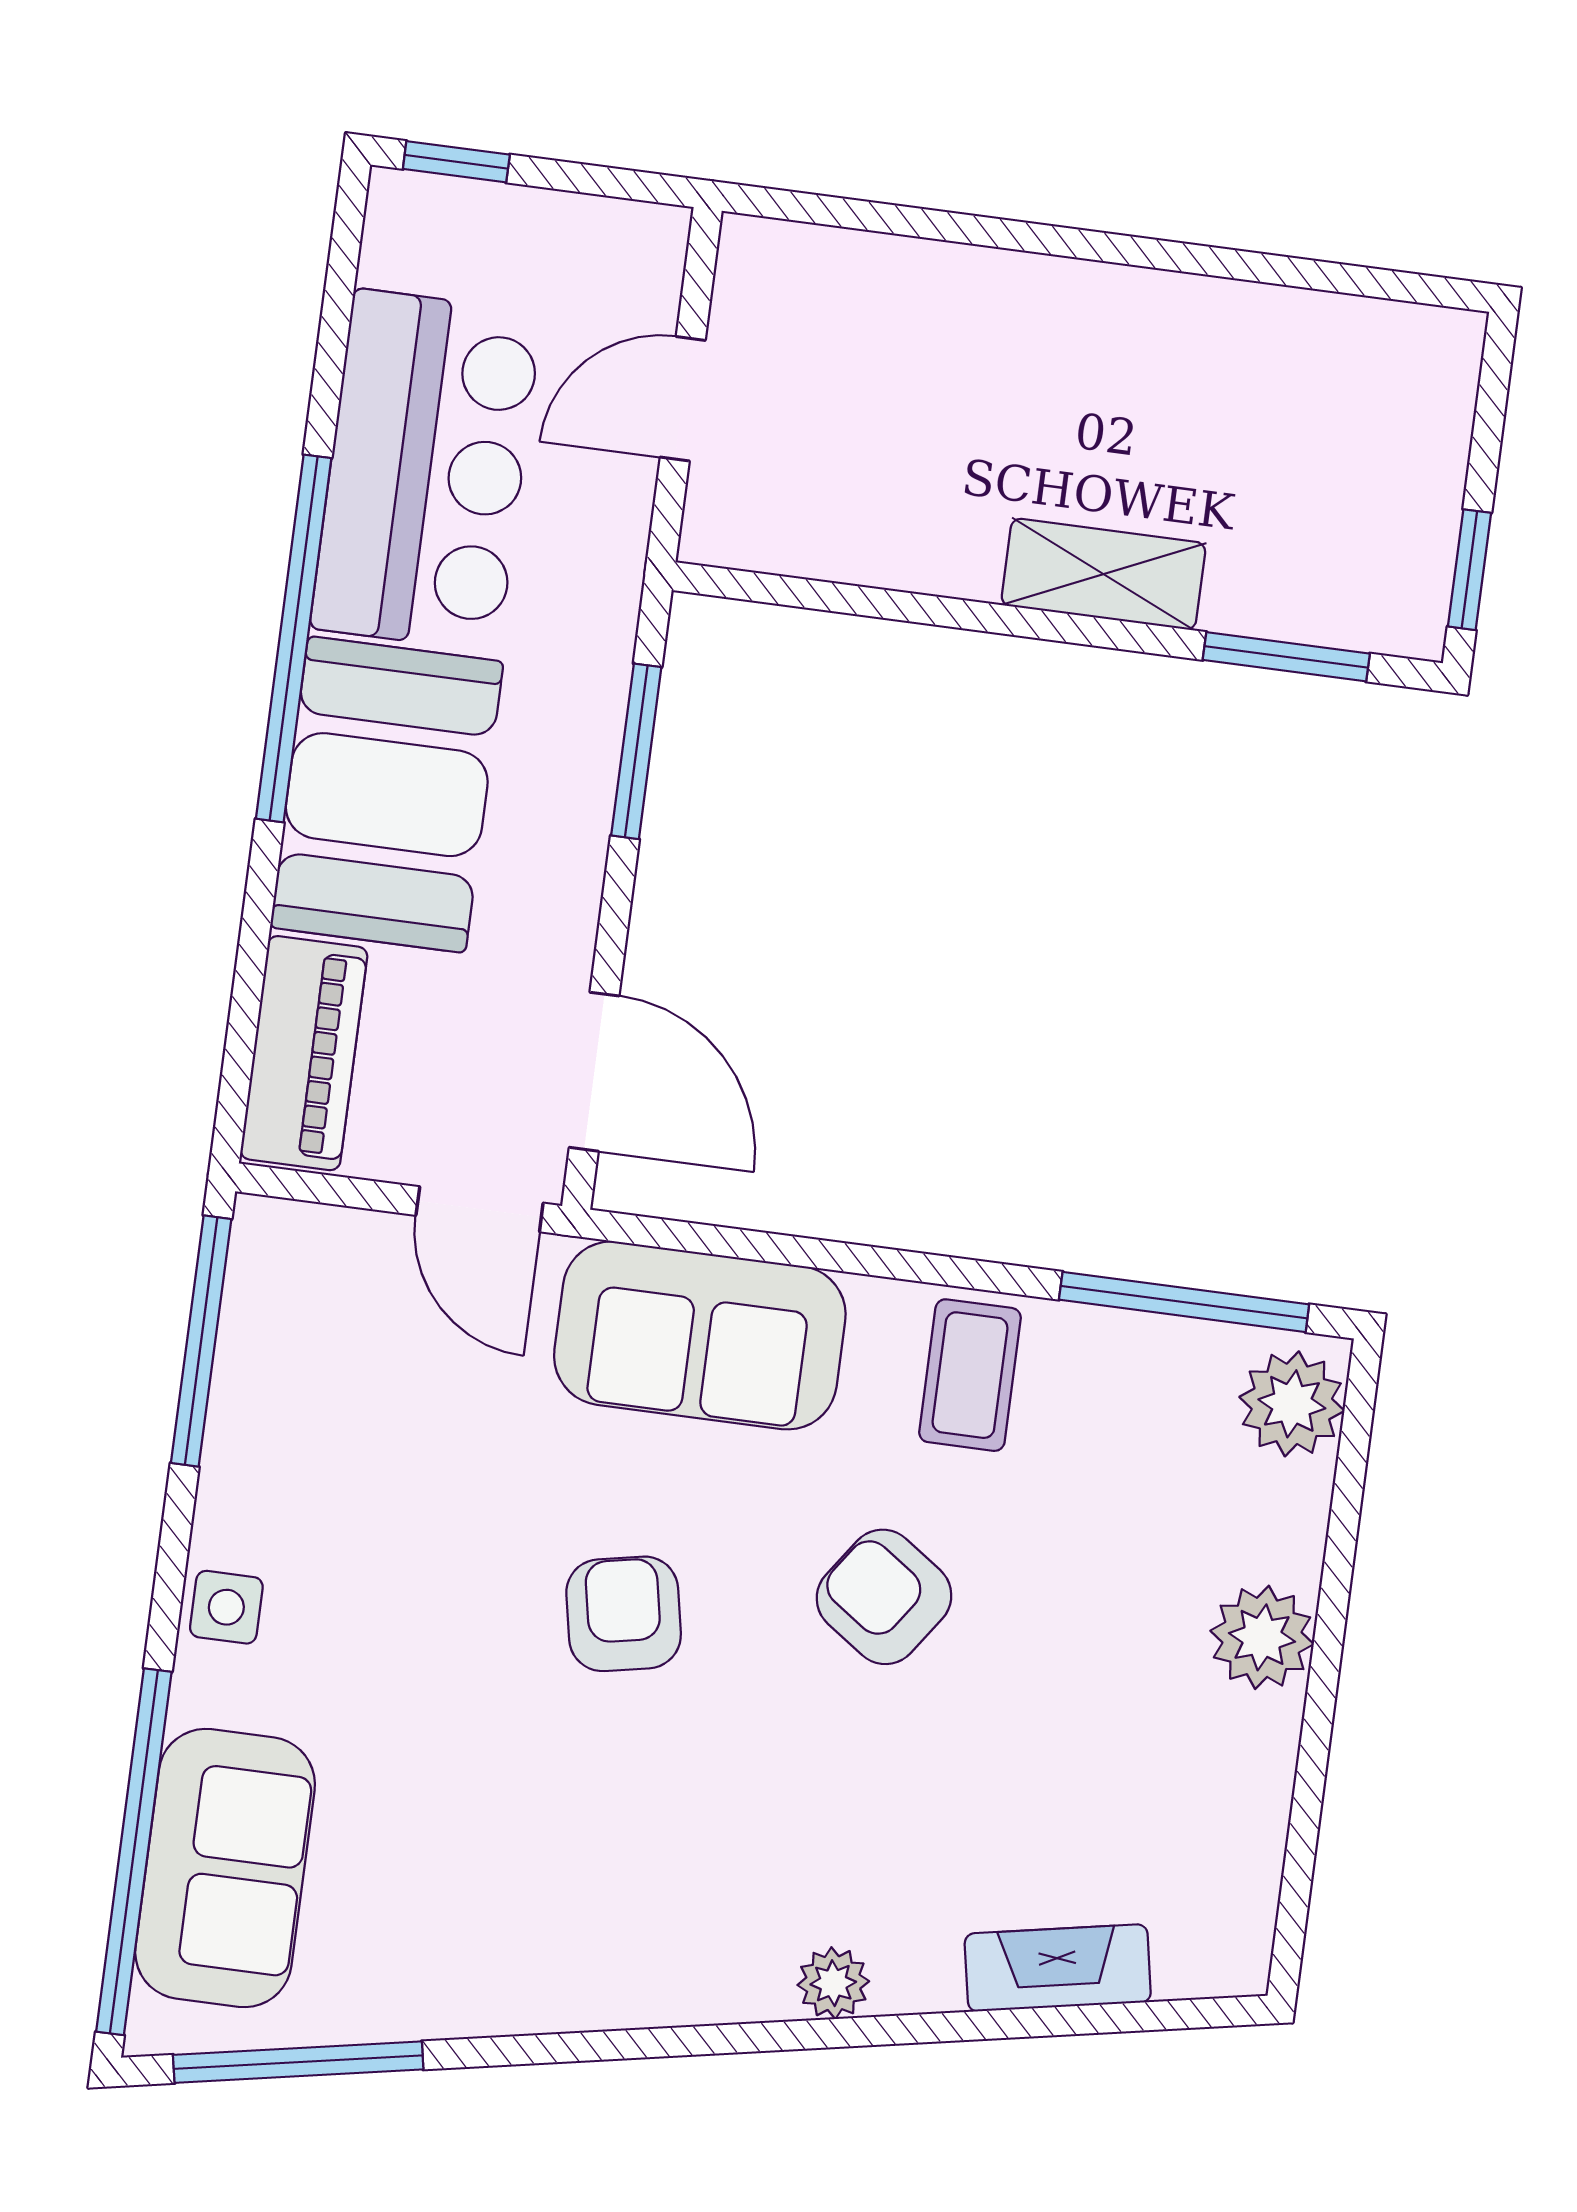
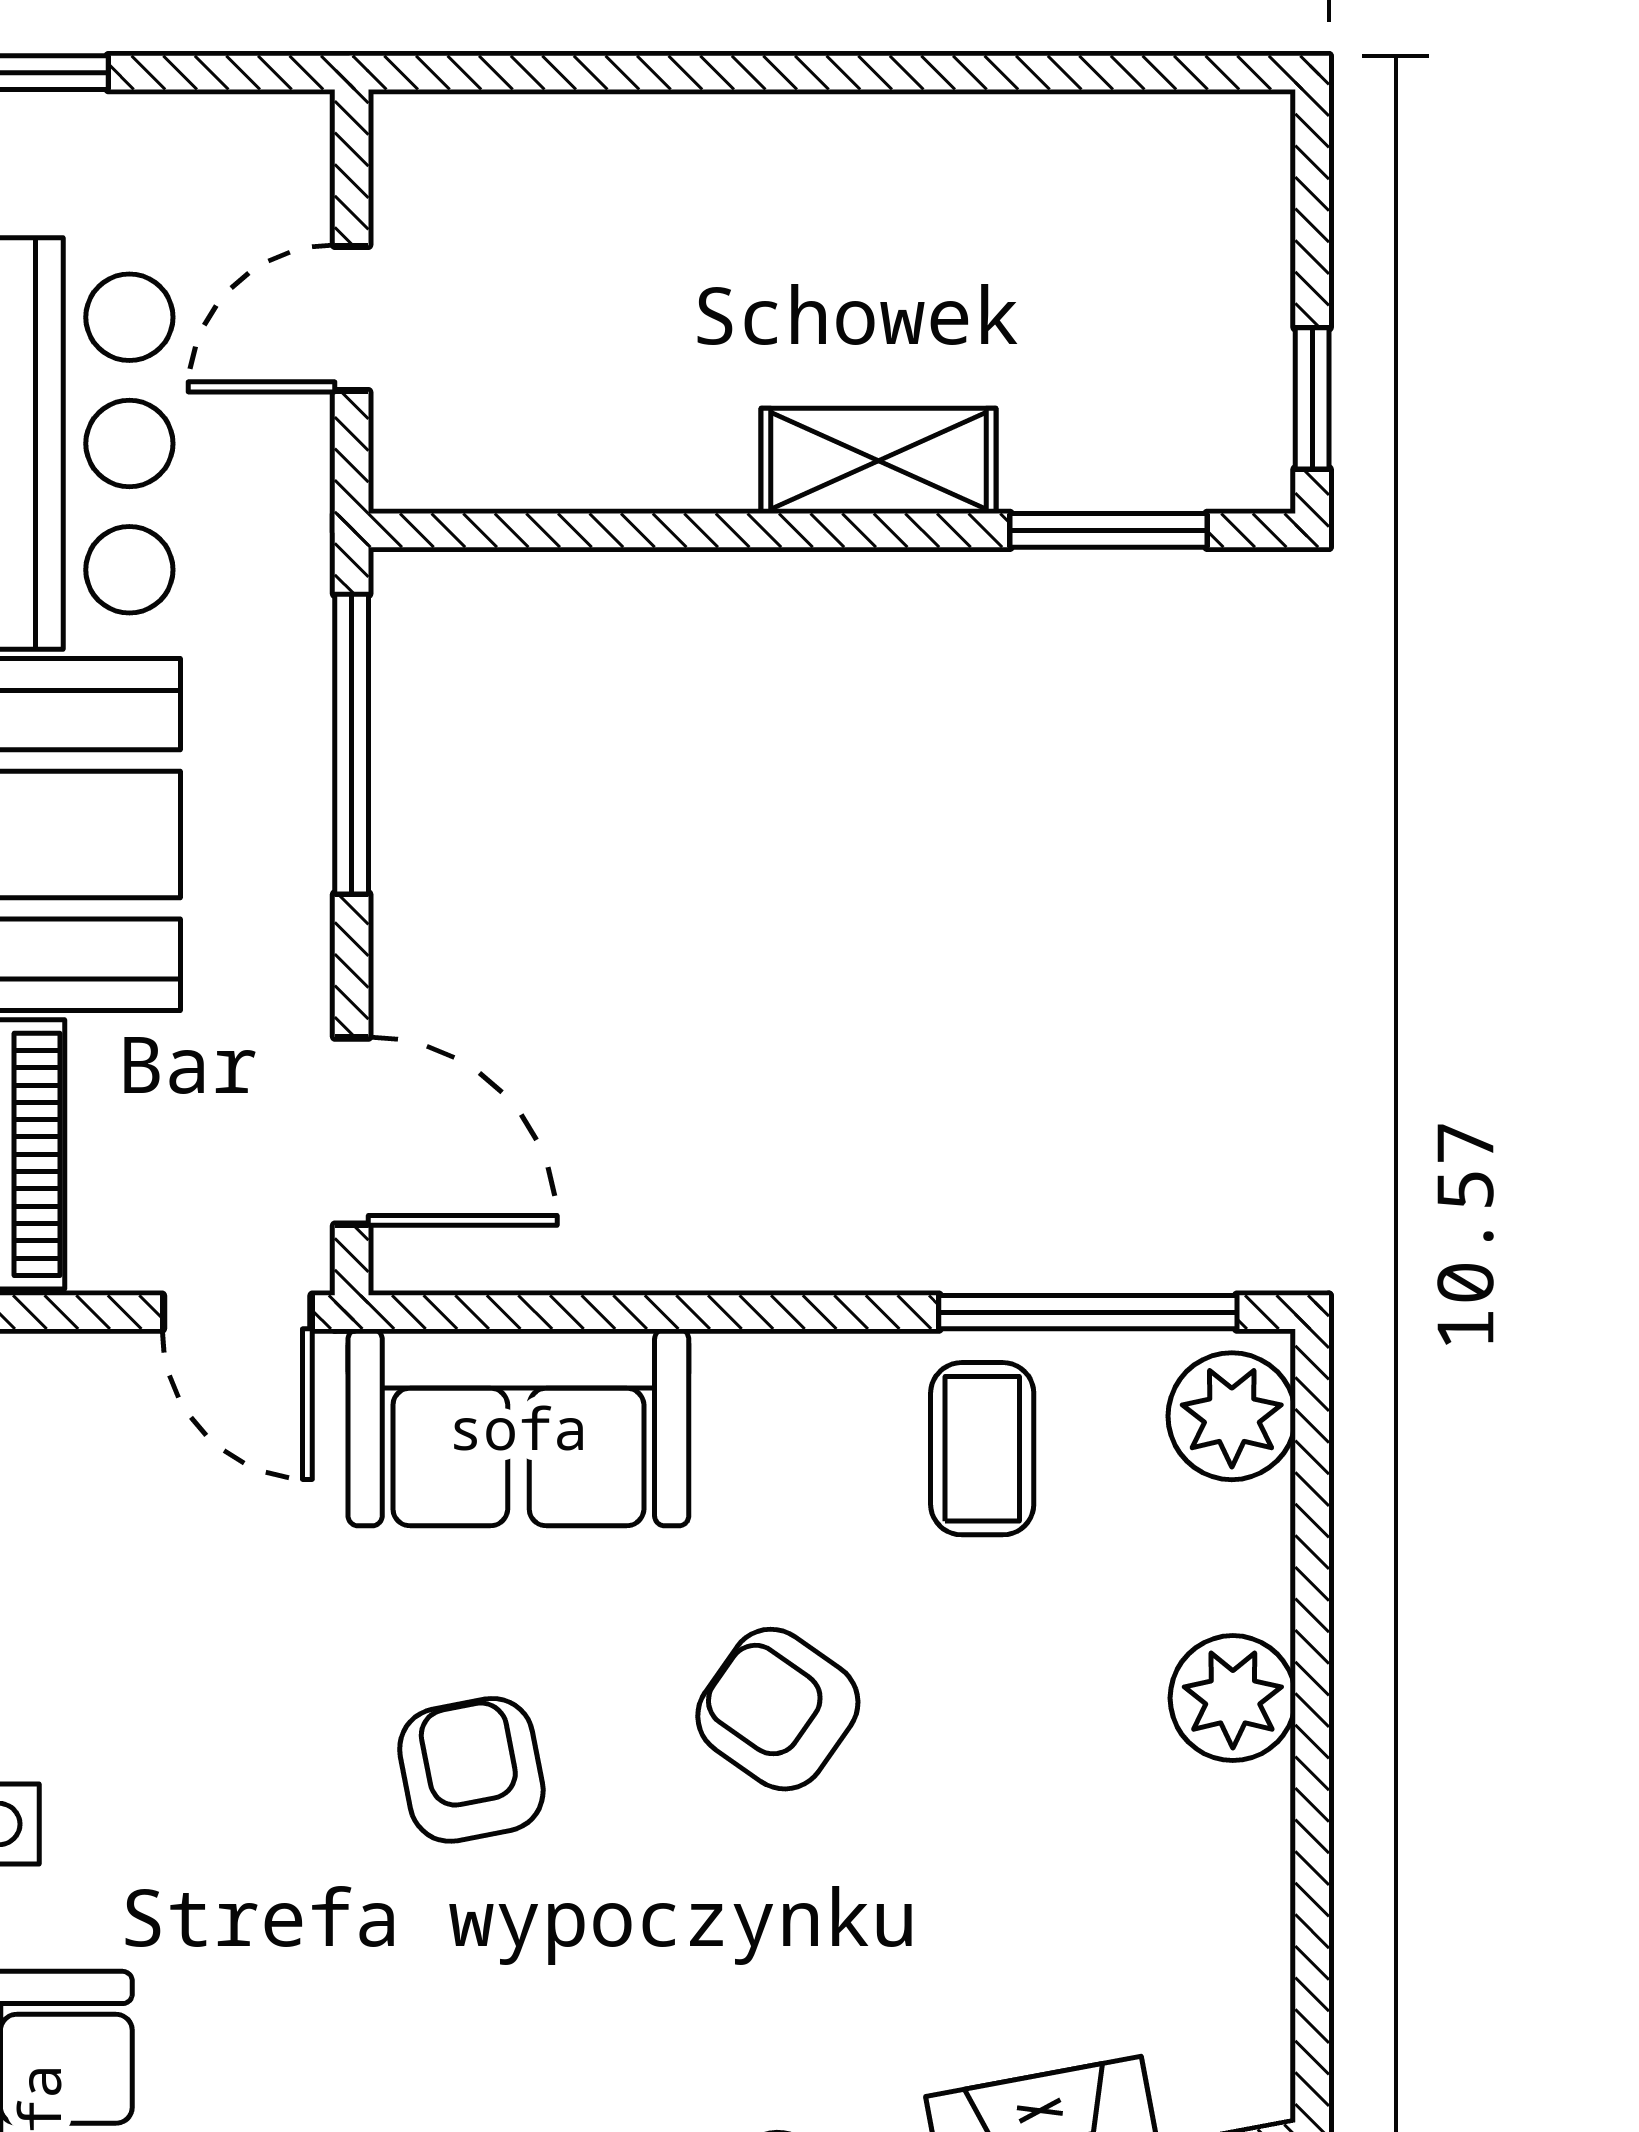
window: (636, 751) -> (352, 744), width x1.44
coffee table: (970, 1375) -> (982, 1449), moved

